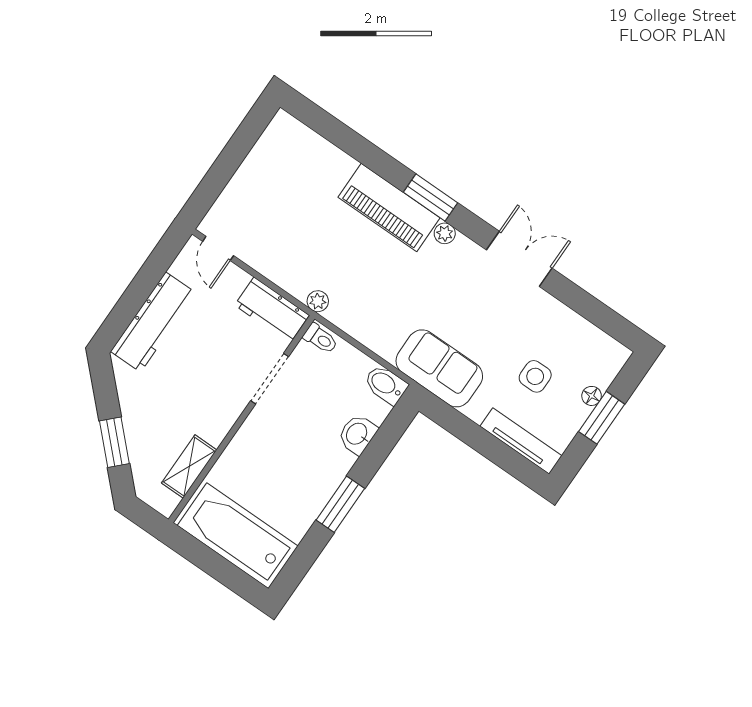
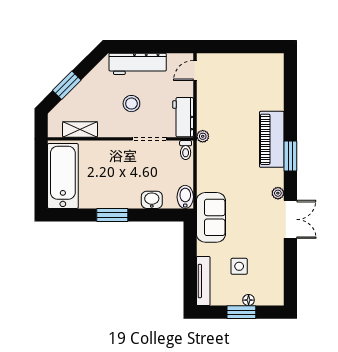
plant: (445, 233) -> (278, 193), moved
stool: (203, 369) -> (131, 104), added

